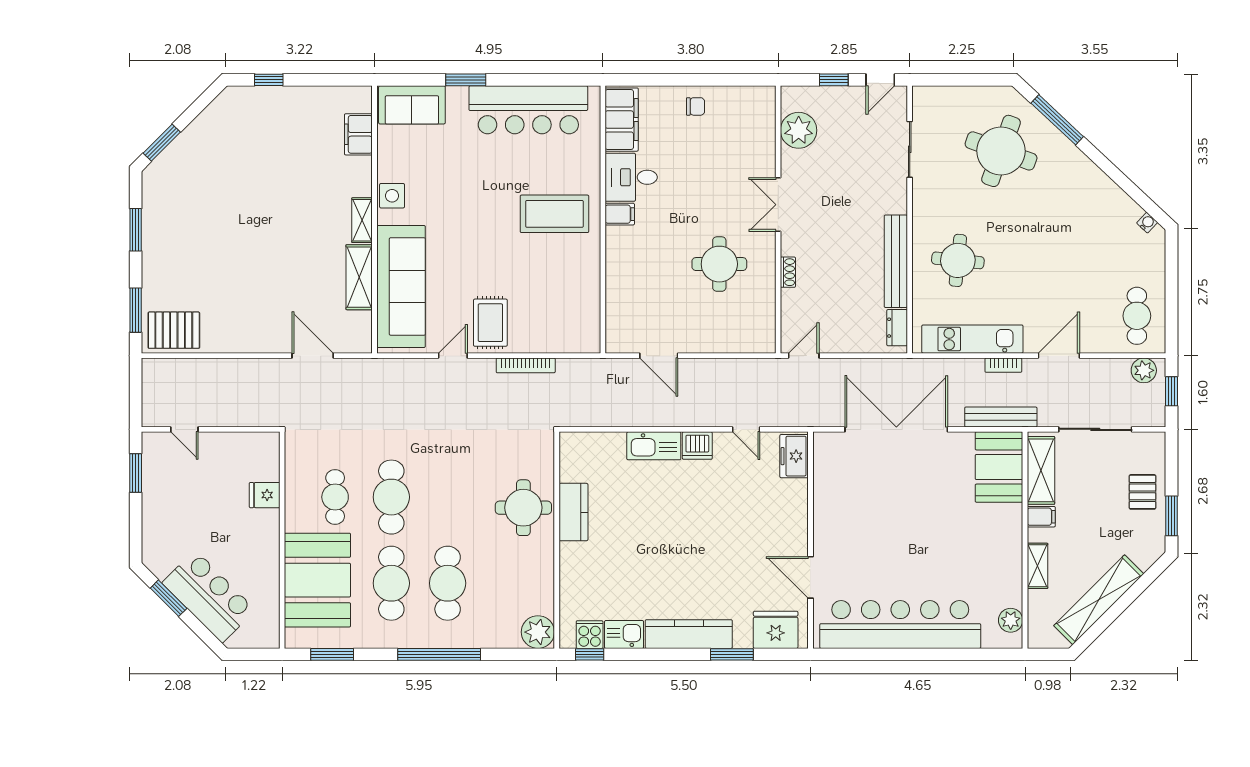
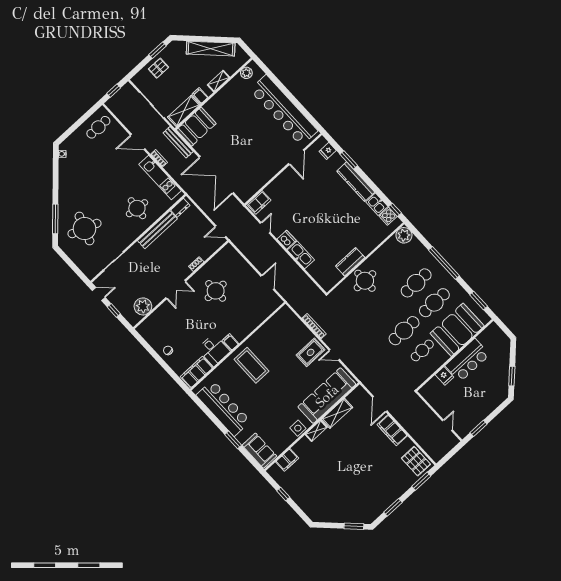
window: (269, 80) -> (283, 494), moved
filing cabinet: (255, 338) -> (392, 430), added
plant: (1144, 370) -> (115, 107), removed
bar counter: (209, 596) -> (467, 360), moved, turned -135
fridge: (776, 630) -> (328, 151), width x0.53, depth x0.75

